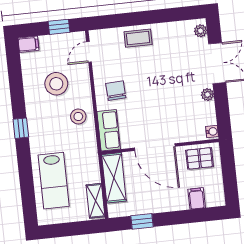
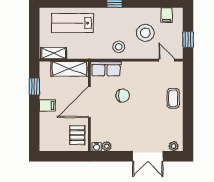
filing cabinet: (28, 44) -> (167, 15), moved
chair: (116, 91) -> (123, 96), moved
plant: (207, 95) -> (107, 146), moved
filing cabinet: (197, 198) -> (47, 106), moved

